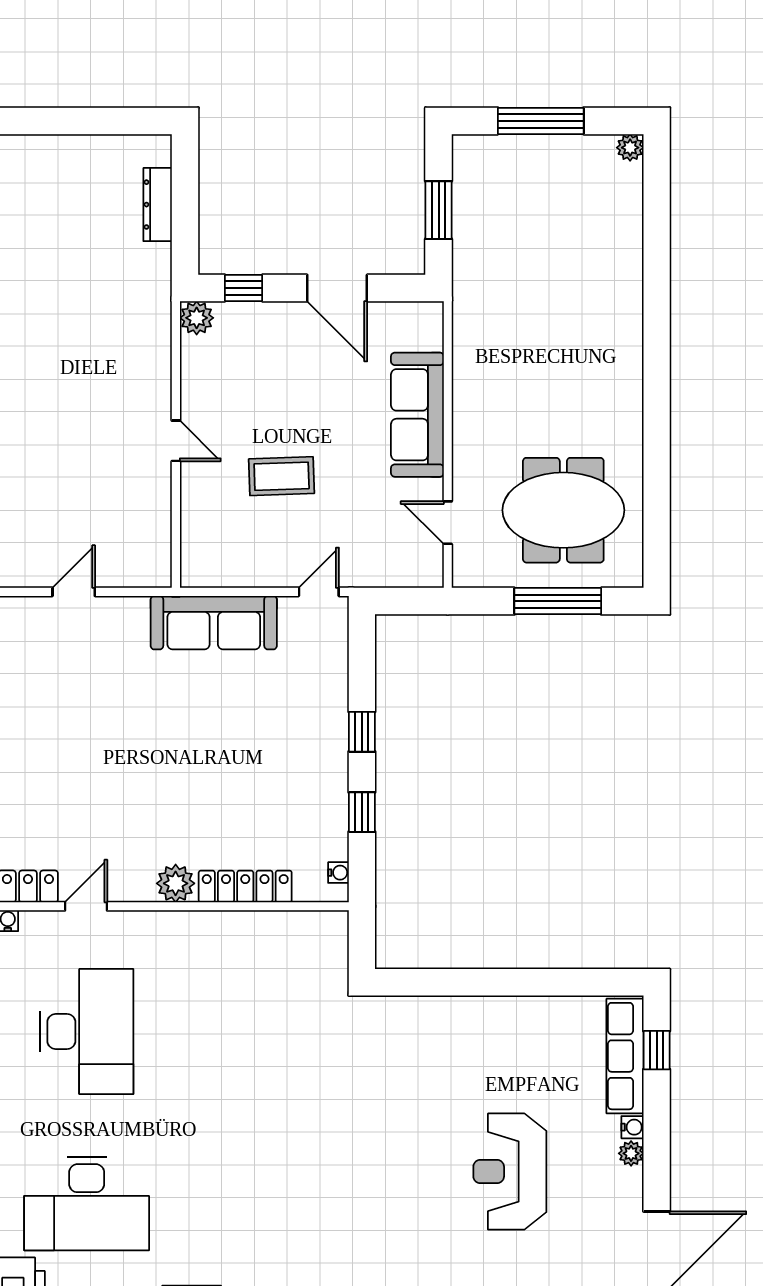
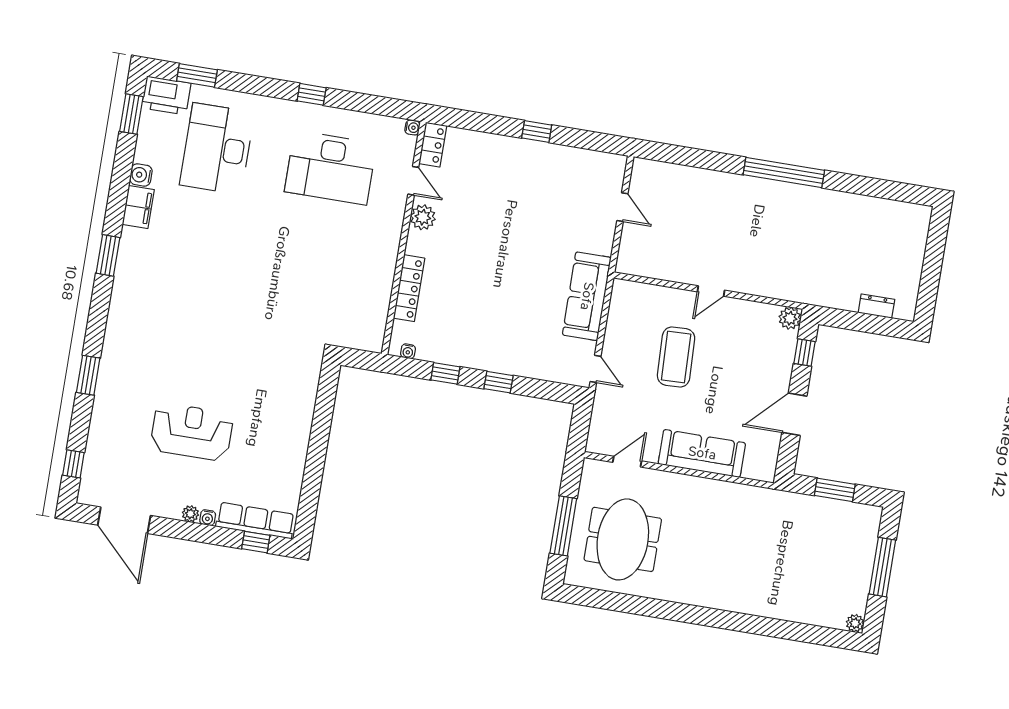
dresser: (158, 205) -> (876, 306), width x0.70
coffee table: (282, 476) -> (676, 357), width x1.36, depth x1.32
plant: (176, 883) -> (423, 217), moved

